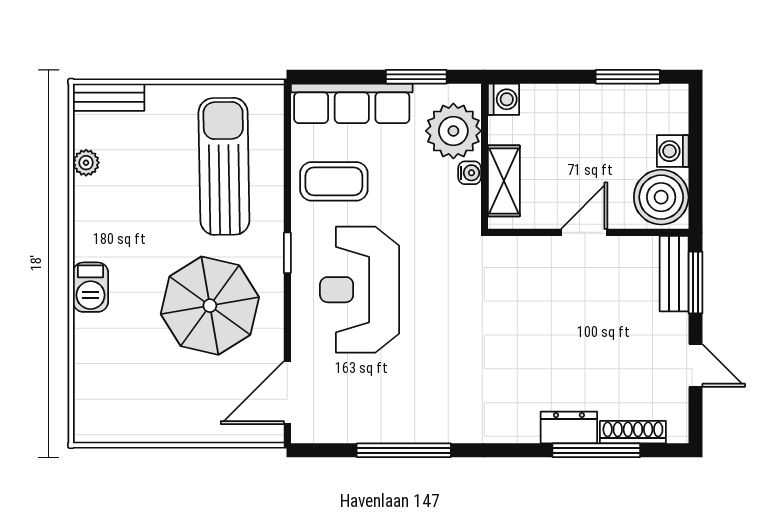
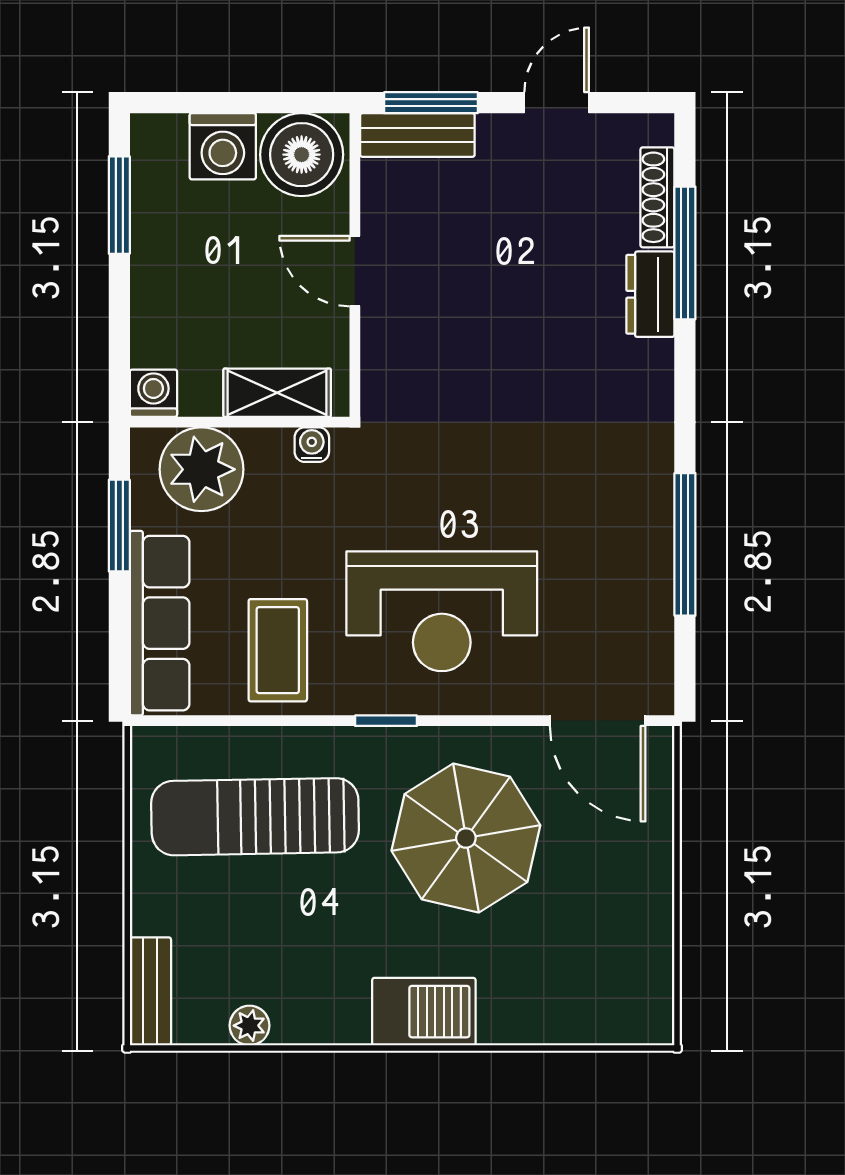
washing machine: (673, 151) -> (223, 146), width x1.38, depth x1.38
water cooler: (470, 173) -> (312, 445), moved
barbecue: (91, 287) -> (424, 1012), width x1.38, depth x1.27

